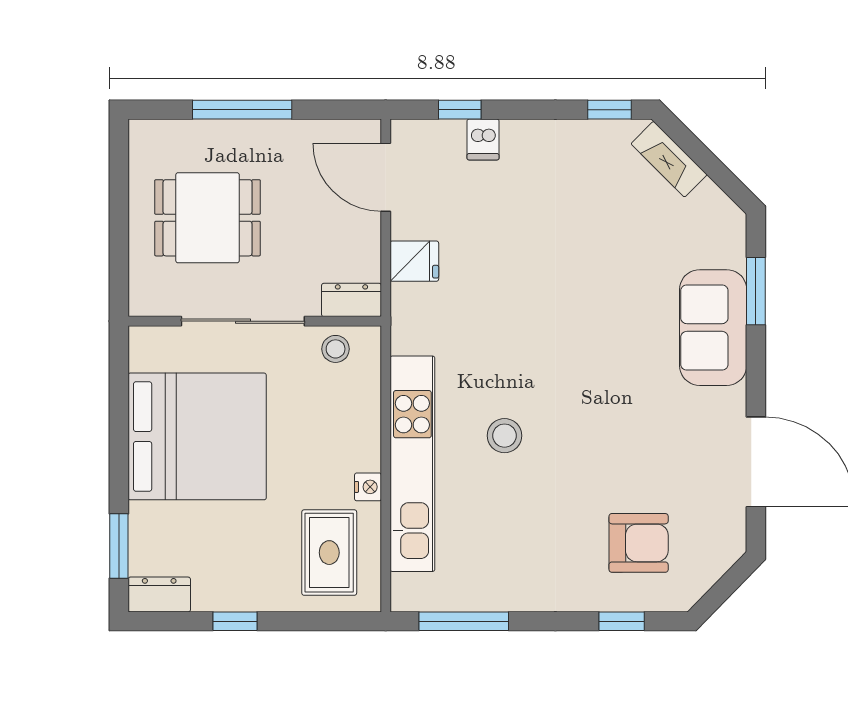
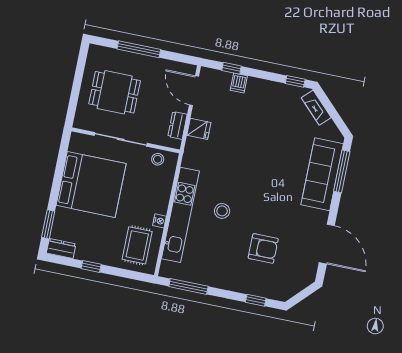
window: (756, 291) -> (342, 171), width x1.44
dresser: (351, 300) -> (177, 125), moved, turned -90
sofa: (713, 328) -> (322, 174), width x1.36
armchair: (639, 543) -> (263, 248), moved

